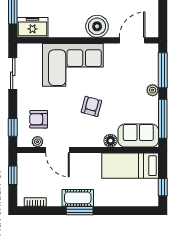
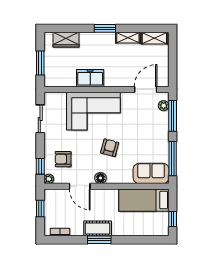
boiler: (97, 26) -> (115, 77), removed
freezer: (32, 27) -> (90, 78), moved
plant: (153, 90) -> (164, 106), moved
floor lamp: (110, 141) -> (100, 178), moved
plant: (37, 142) -> (49, 179), moved

